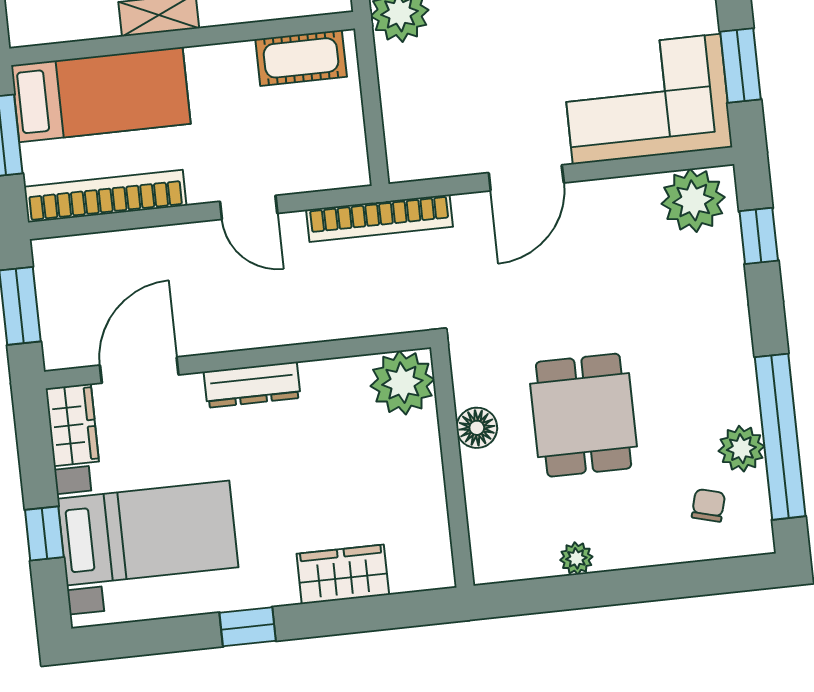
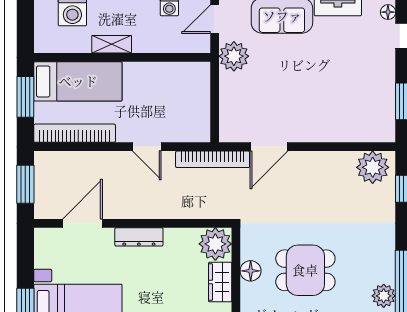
cot: (301, 58) -> (181, 74), removed
corner sofa: (647, 99) -> (355, 113), removed
door: (526, 178) -> (269, 147), moved
dining table: (584, 415) -> (305, 270), turned 90
wardrobe: (72, 425) -> (220, 282), moved, turned 180

